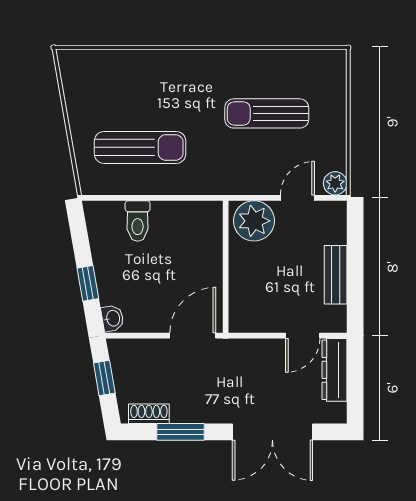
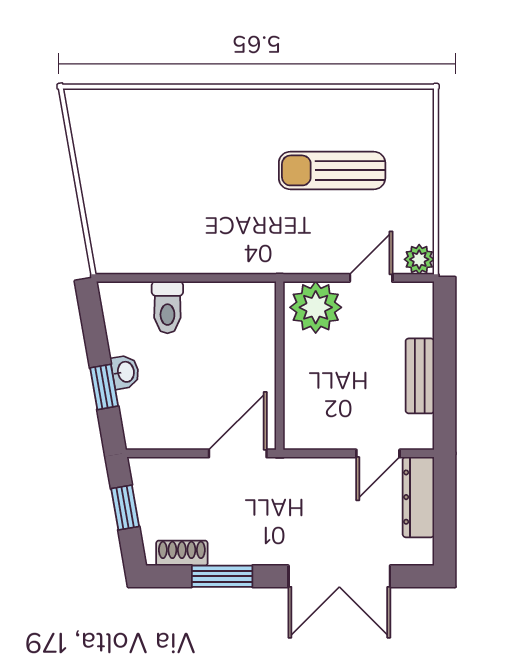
sun lounger: (140, 147) -> (171, 214), removed
washbasin: (113, 318) -> (125, 372), moved

